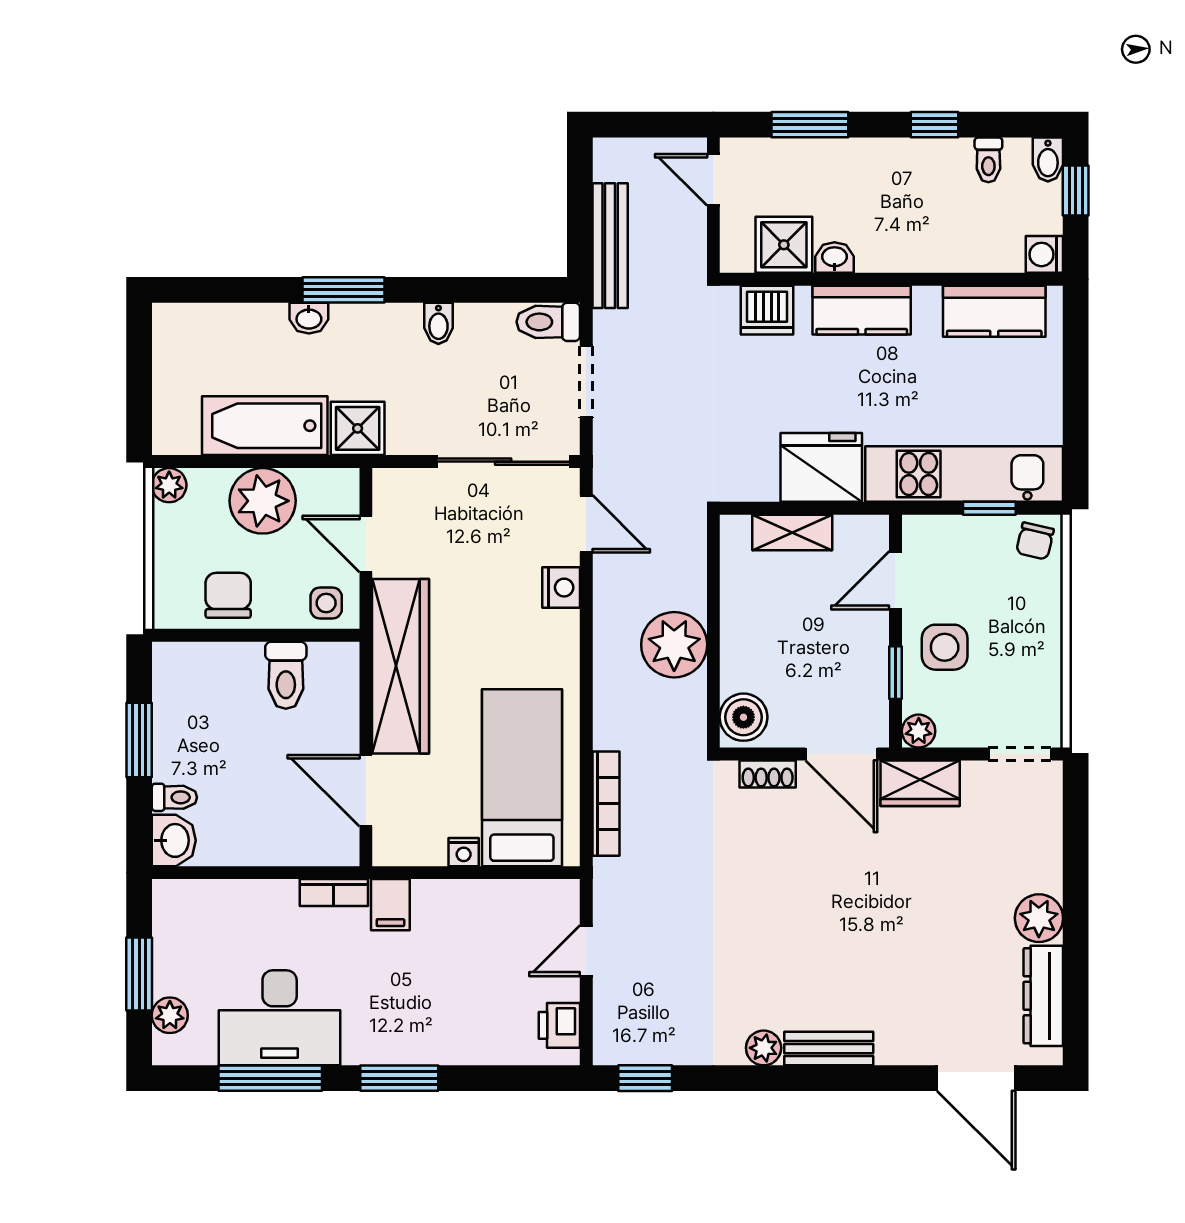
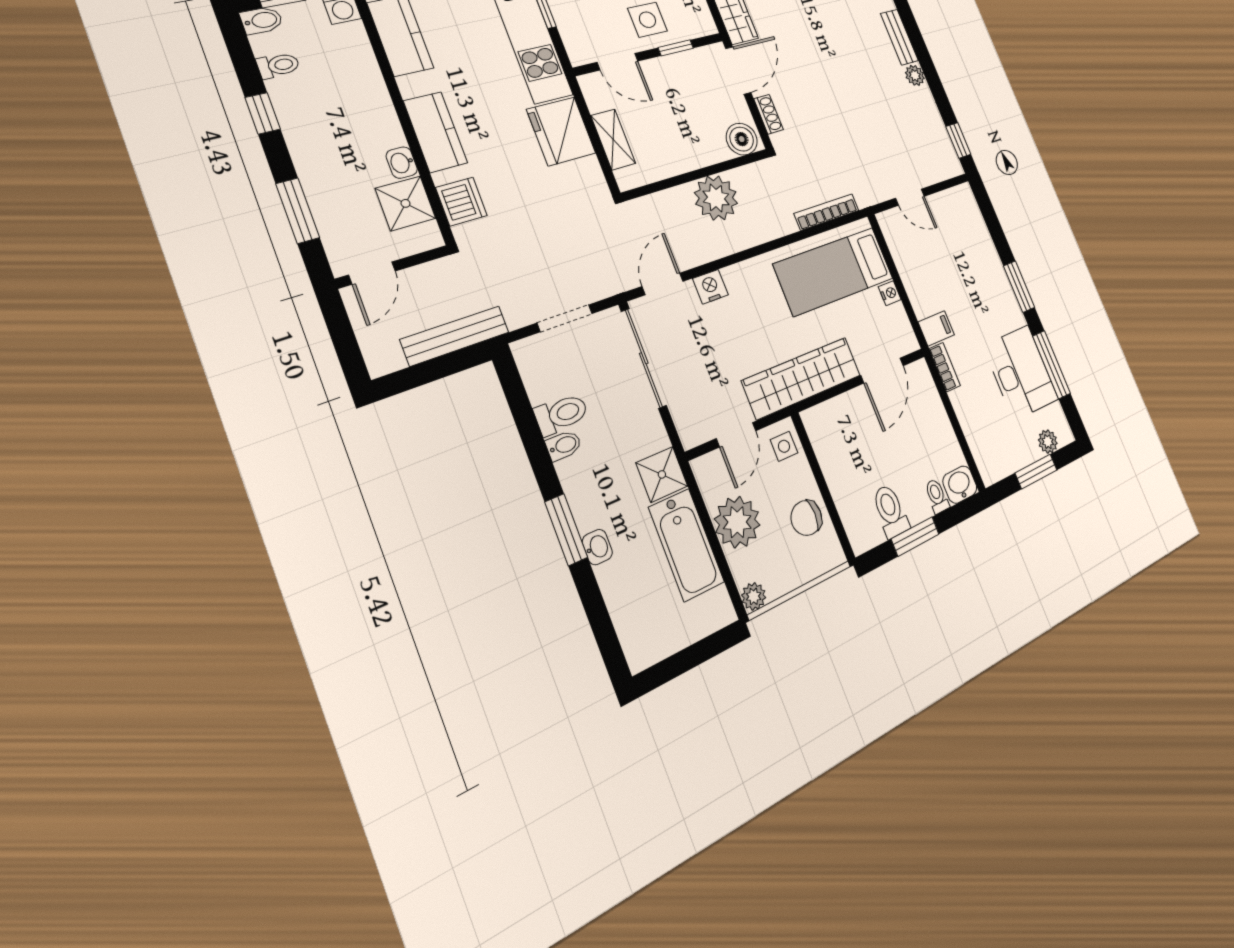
toilet: (548, 322) -> (561, 414), moved, turned -90
toilet: (286, 675) -> (890, 511), moved, turned -90
plant: (919, 731) -> (705, 25), removed
printer: (559, 1025) -> (954, 200), removed

